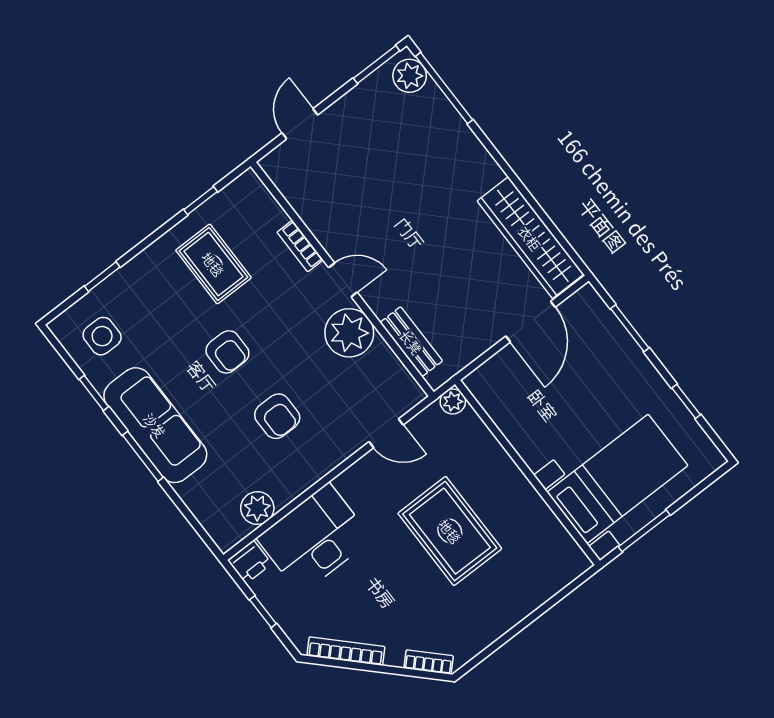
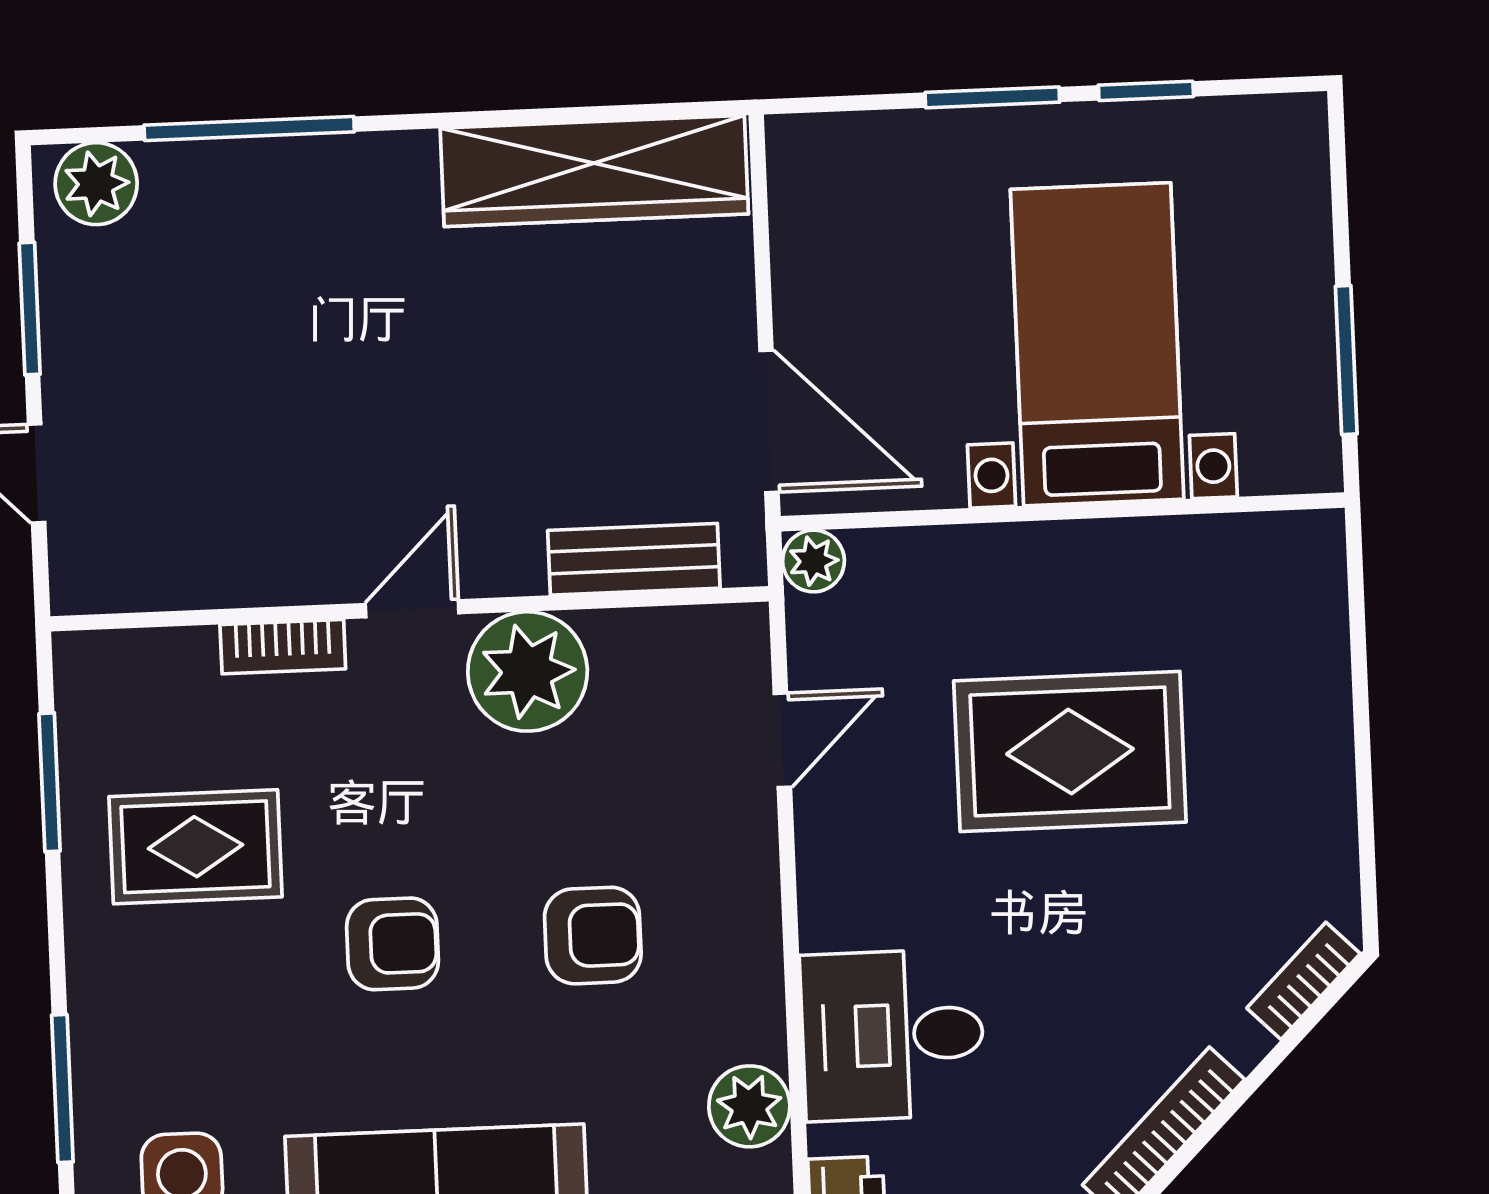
window: (377, 65) -> (30, 309), moved
window: (444, 88) -> (249, 128), moved
window: (201, 201) -> (50, 782), width x1.50
window: (102, 277) -> (62, 1089), width x1.50
door: (531, 322) -> (769, 421), moved
window: (630, 328) -> (992, 97), moved
bed with nightstands: (617, 479) -> (1097, 344), moved
desk: (314, 539) -> (892, 1035), width x0.73

